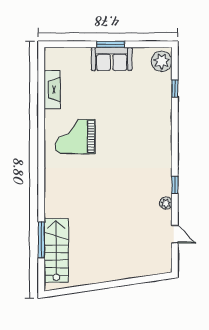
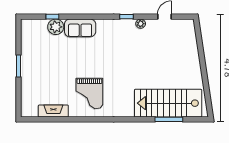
sofa: (112, 59) -> (80, 28), moved, turned 90
plant: (162, 61) -> (56, 27), moved
stairs: (56, 250) -> (168, 103), width x1.36, depth x1.51

